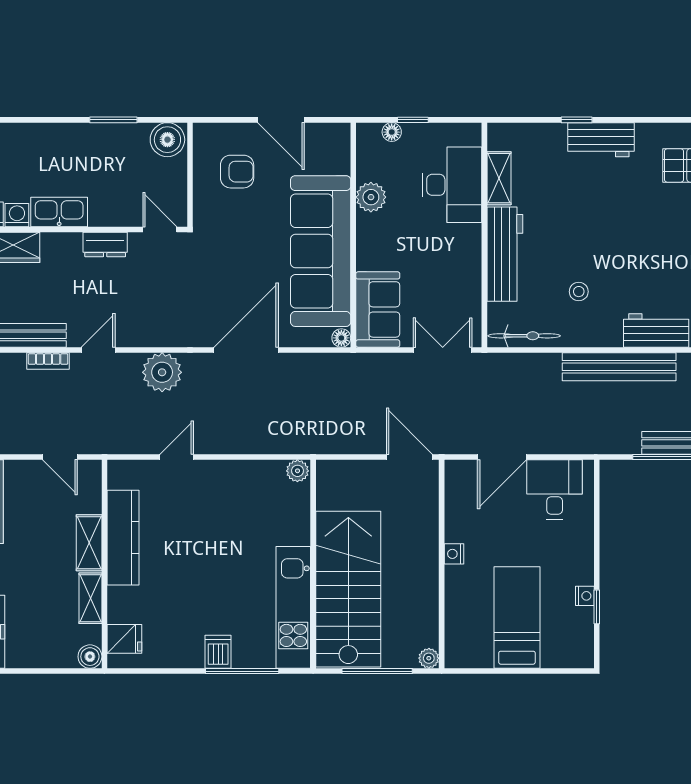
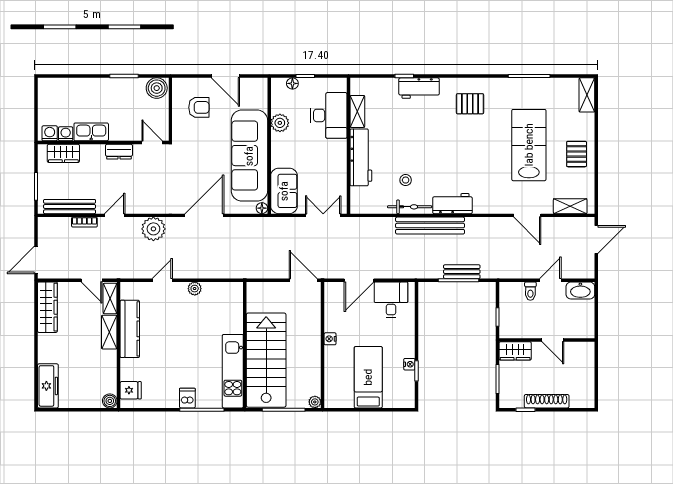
bicycle: (524, 336) -> (410, 207), moved
plant: (297, 471) -> (195, 289), moved
shelving: (90, 598) -> (110, 298), moved

